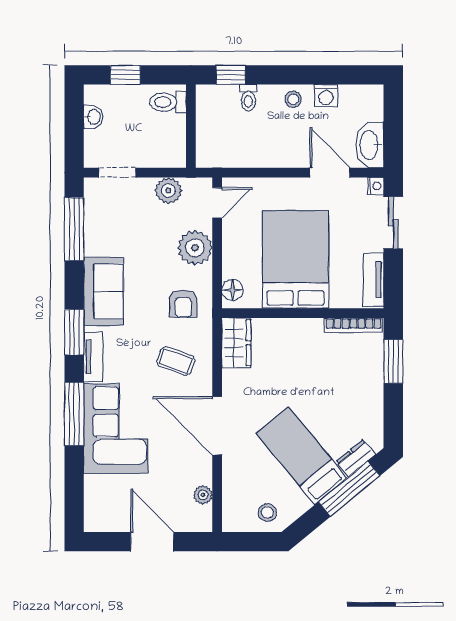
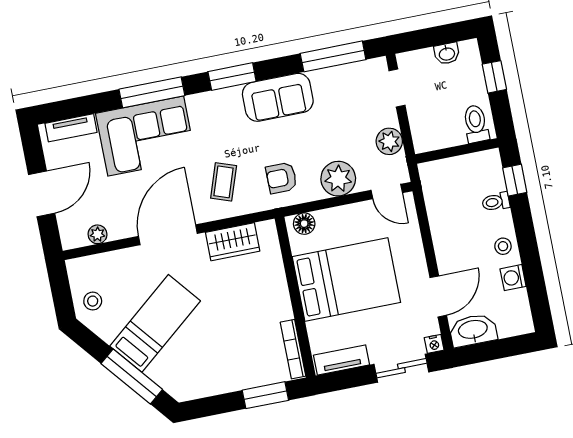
wardrobe: (236, 343) -> (233, 242), moved
tv unit: (93, 357) -> (71, 128), moved
dresser: (356, 458) -> (163, 377), removed

